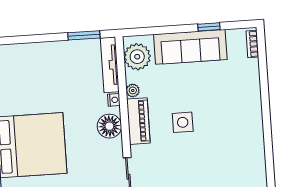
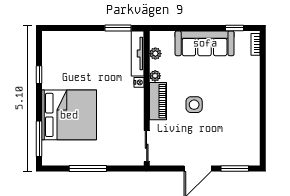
window: (209, 27) -> (235, 28), moved
plant: (137, 57) -> (155, 54), width x0.53, depth x0.53
floor lamp: (109, 126) -> (134, 104), removed

